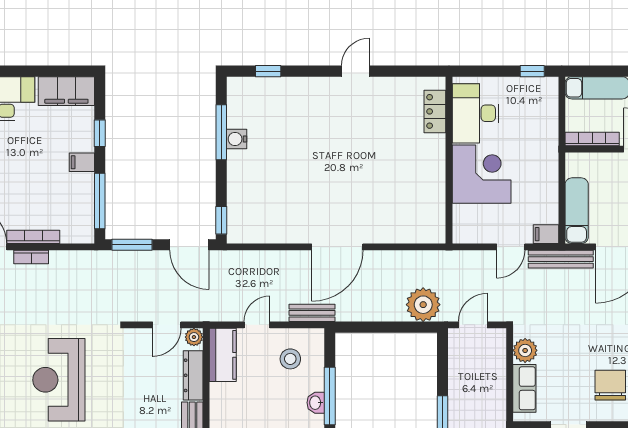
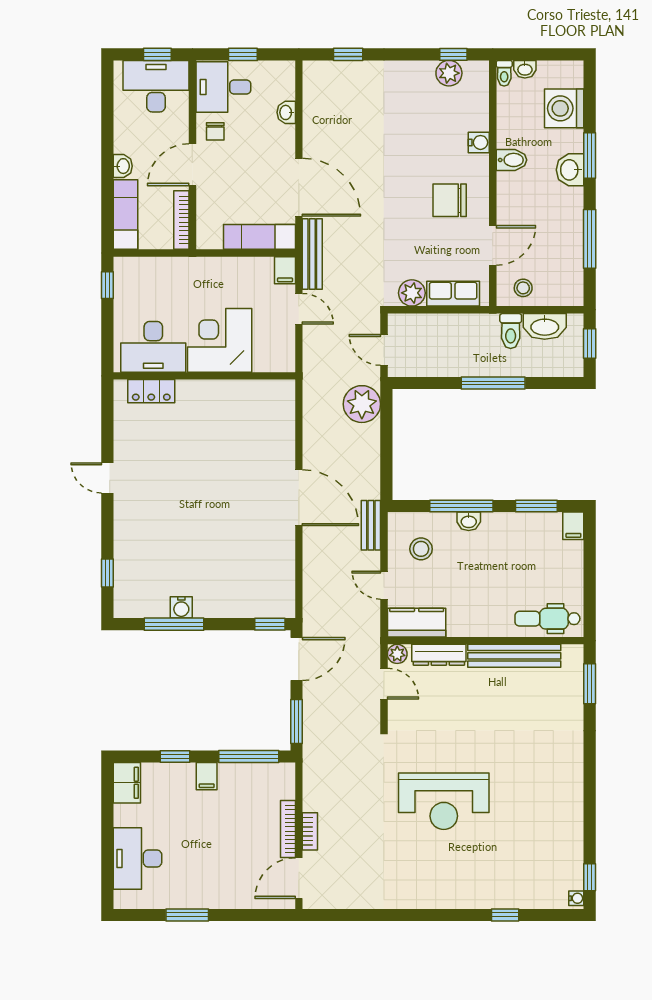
filing cabinet: (66, 91) -> (127, 783), width x0.67, depth x0.86

